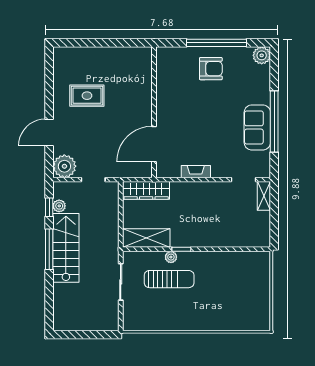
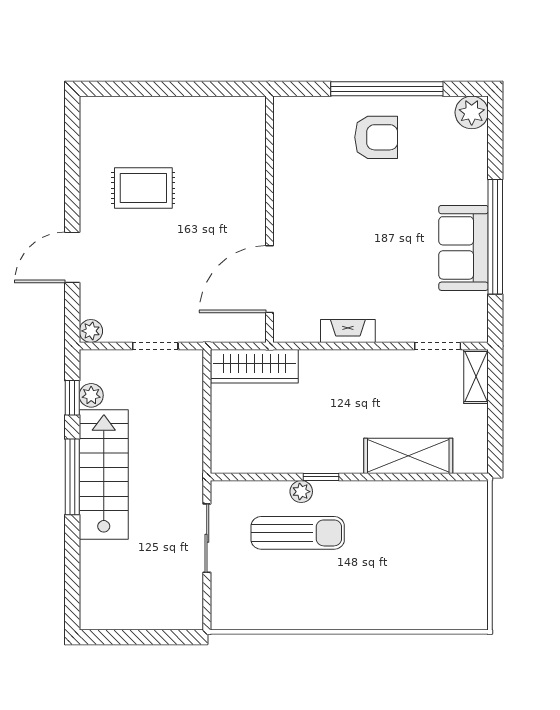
plant: (64, 166) -> (91, 331), width x0.53, depth x0.53
shelving: (146, 238) -> (408, 456), moved

